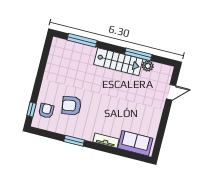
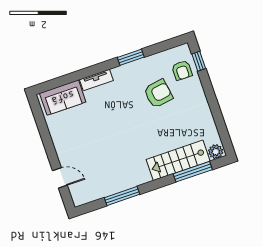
stairs: (118, 62) -> (178, 160), moved
plant: (148, 66) -> (216, 152), moved
door: (171, 92) -> (60, 178), swing flipped

